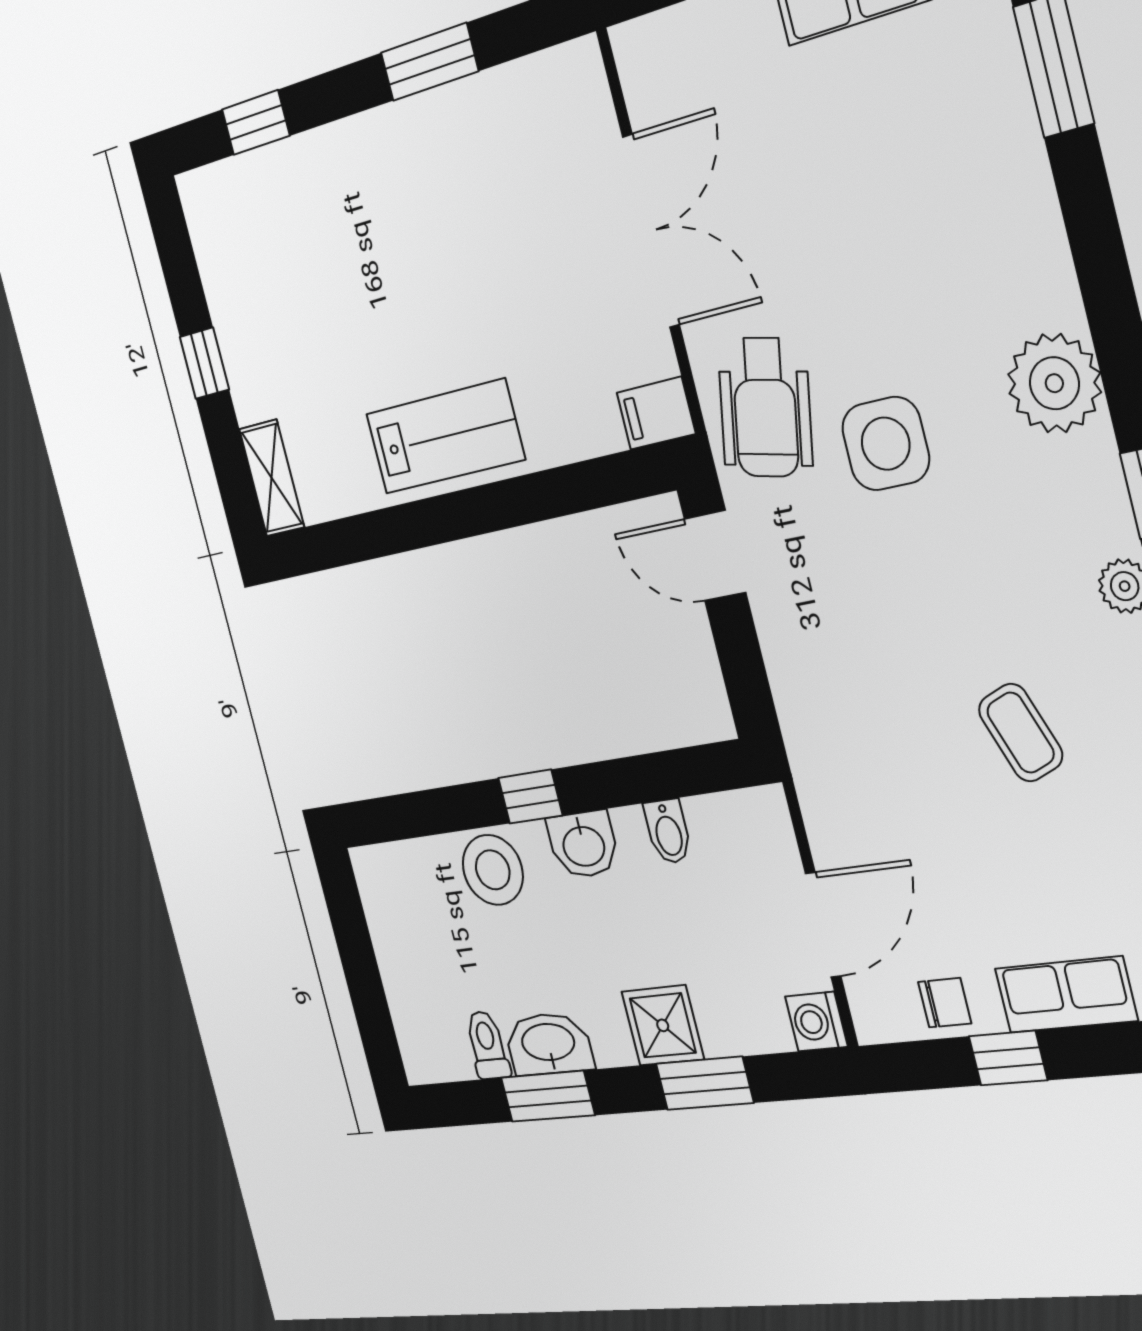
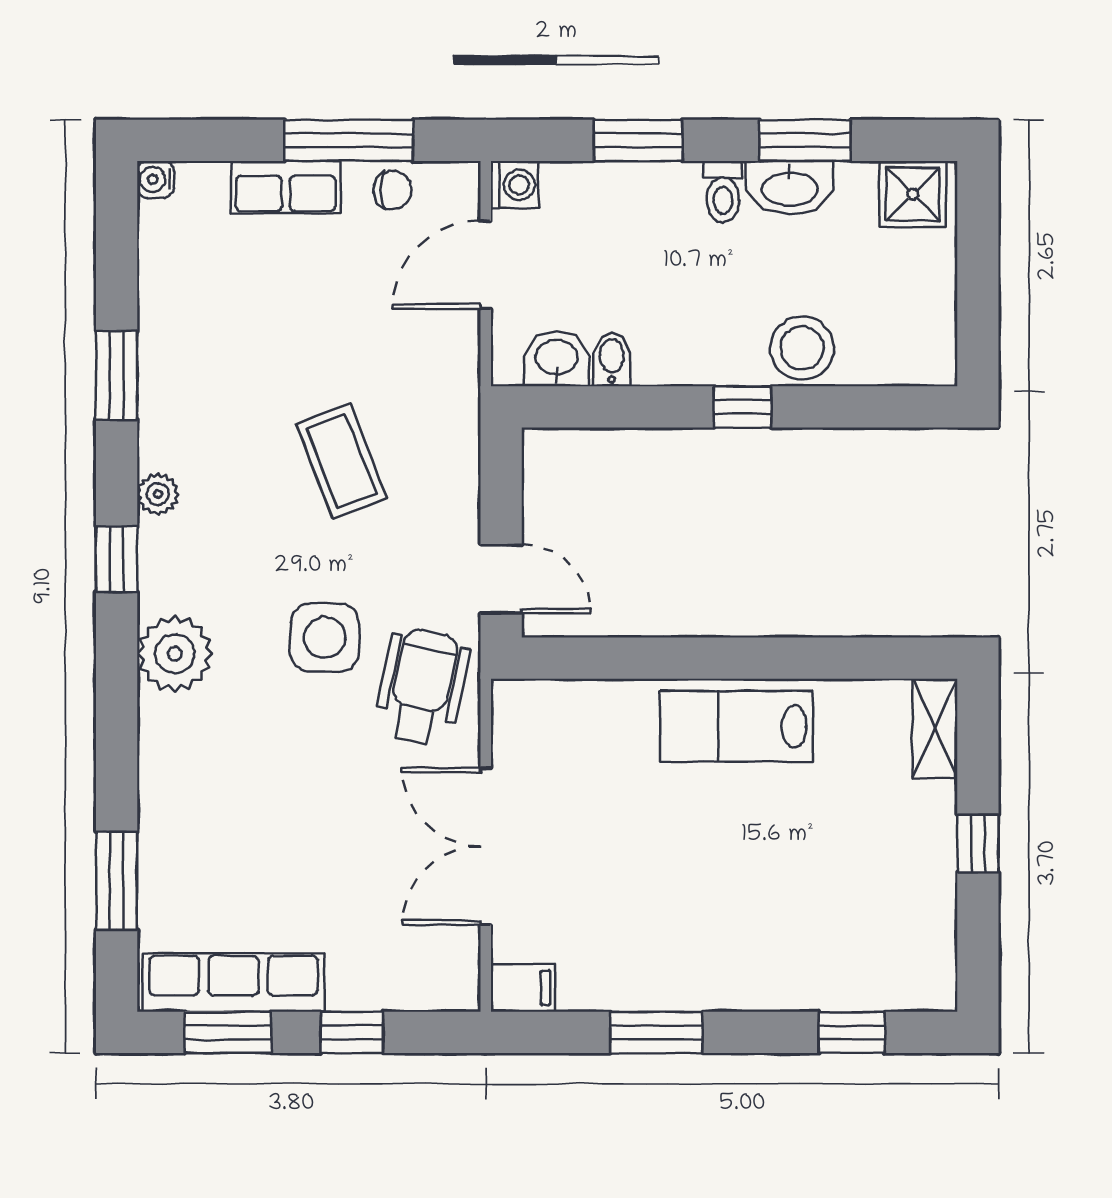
filing cabinet: (656, 413) -> (523, 988), moved
coffee table: (1021, 733) -> (342, 461), moved, width x1.36, depth x1.30
washbasin: (583, 845) -> (556, 359), moved
chair: (945, 1003) -> (392, 190), turned 180
shower: (663, 1025) -> (913, 194), moved
toilet: (487, 1045) -> (723, 192), moved
window: (1008, 1058) -> (349, 140), width x2.17

